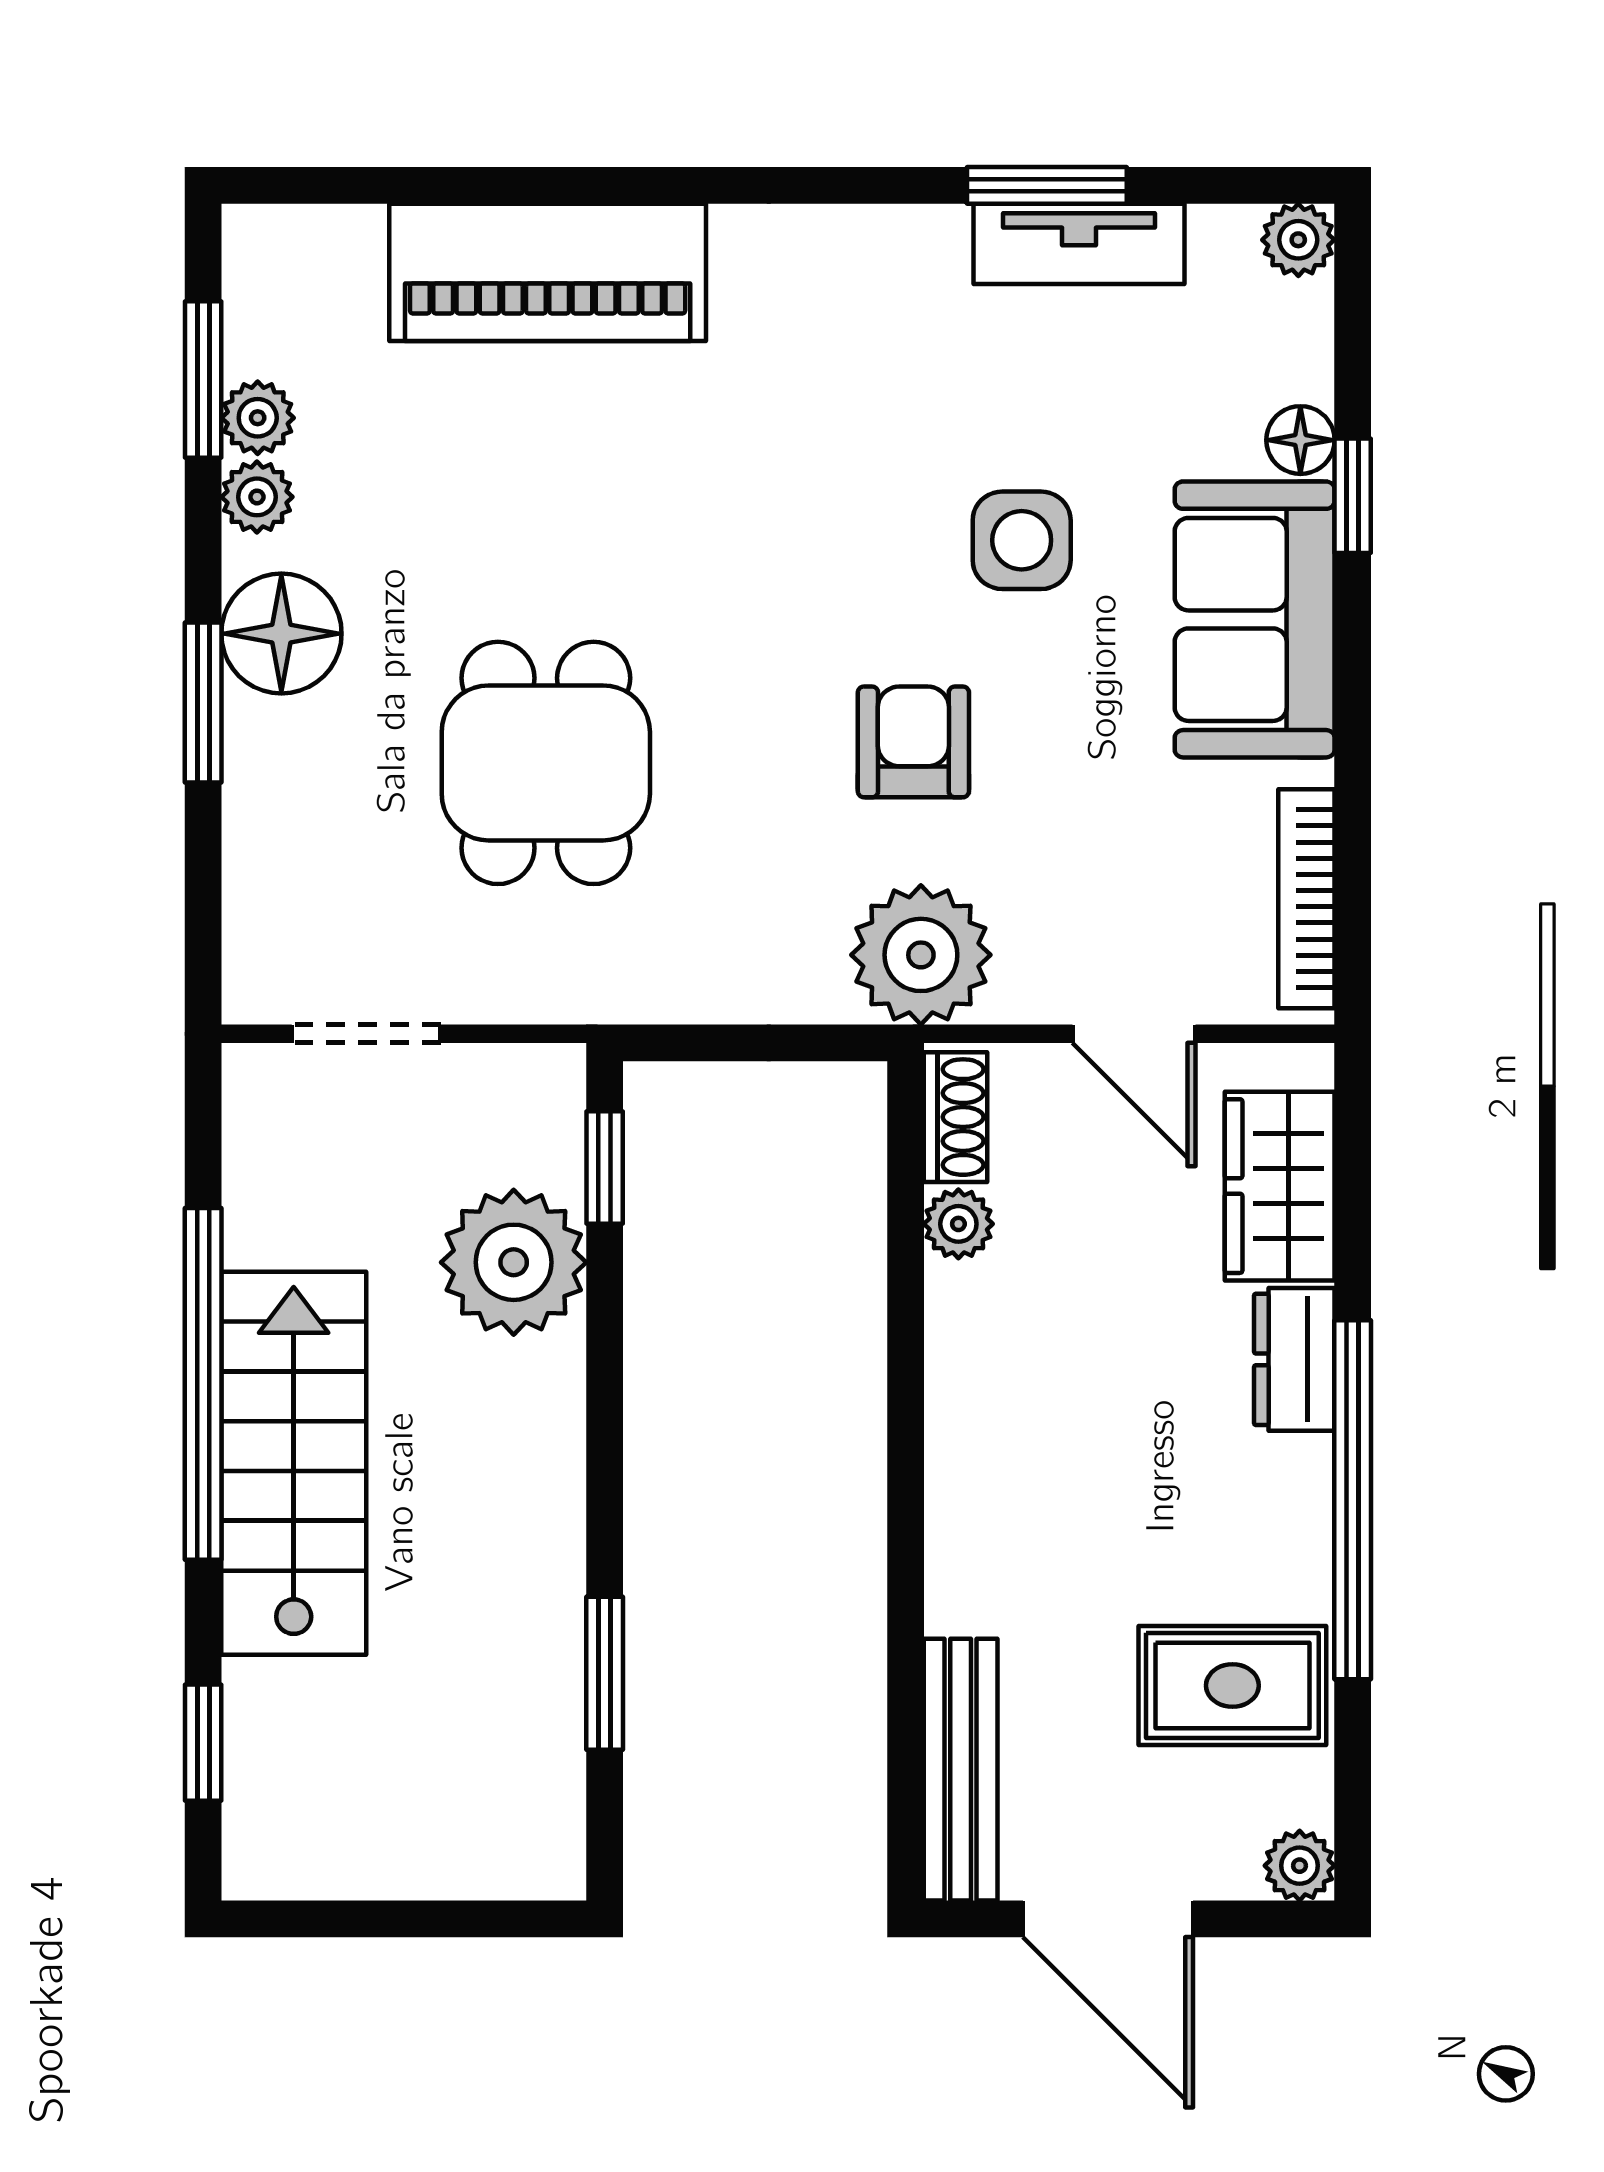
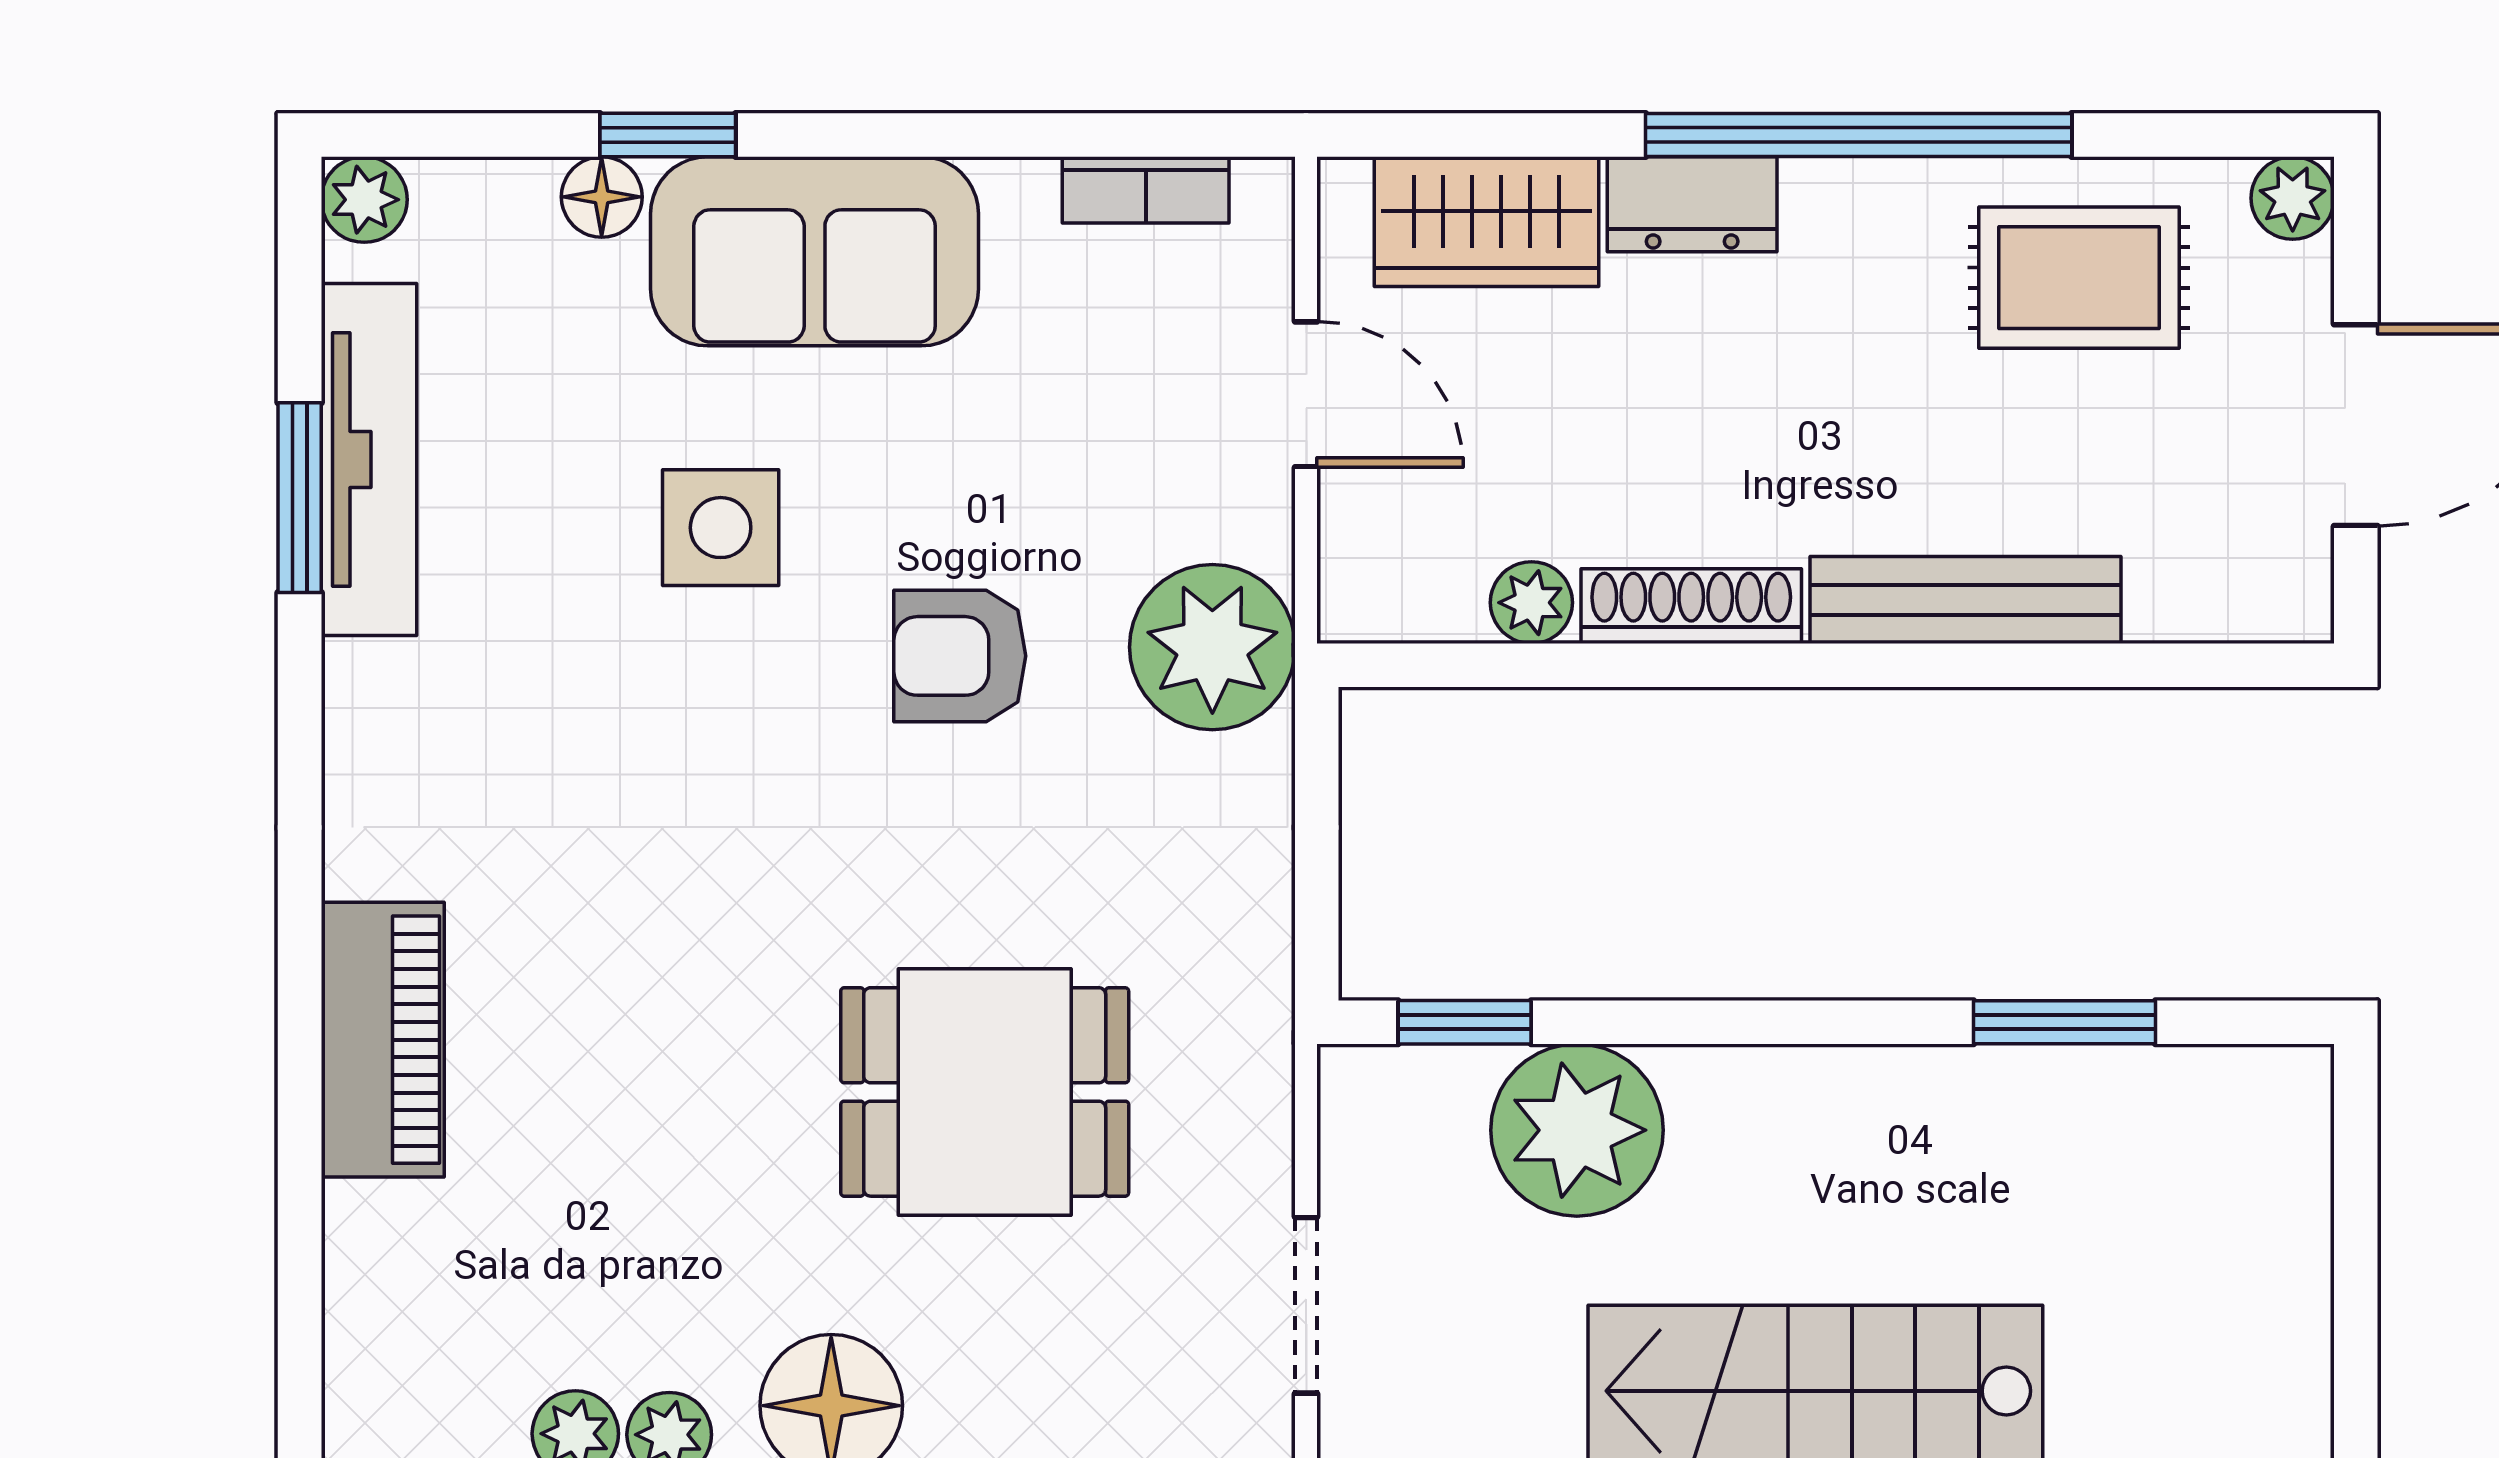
tv unit: (1079, 244) -> (369, 460), width x1.41
piano: (548, 272) -> (383, 1040), width x0.73, depth x0.75
bookcase: (1306, 899) -> (1146, 190), width x0.64
door: (1134, 1034) -> (1306, 394), hinge flipped
shoe rack: (955, 1117) -> (1691, 606), moved, width x1.43
rug: (1232, 1686) -> (2079, 278), turned 90
bench: (961, 1770) -> (1965, 600), moved

